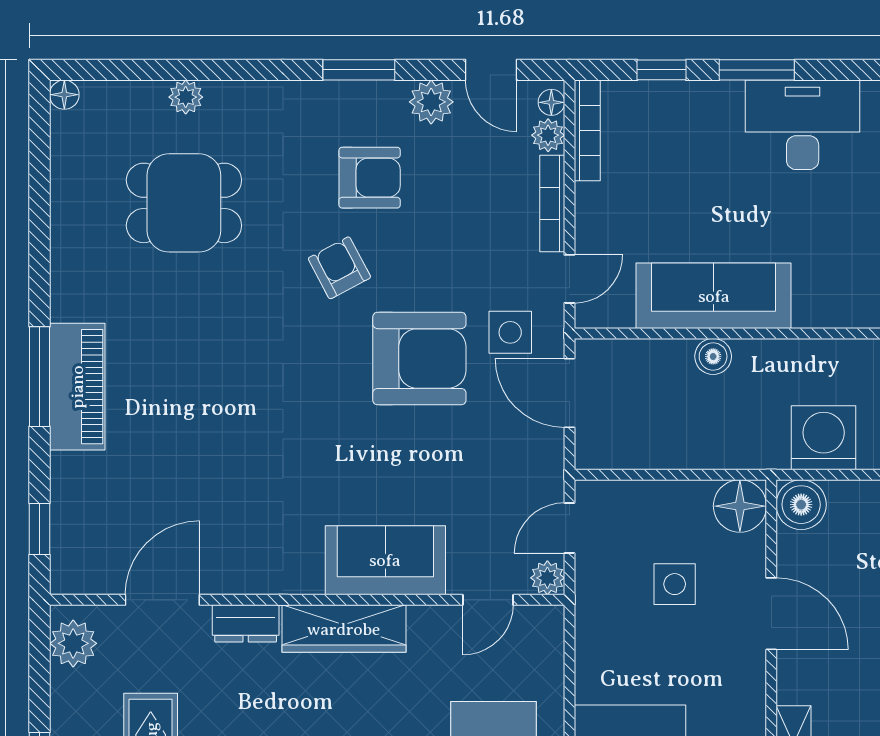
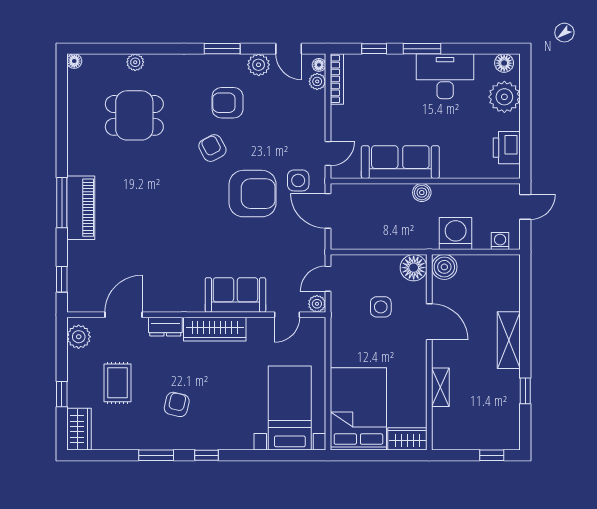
armchair: (370, 178) -> (228, 103), turned 180
bookcase: (552, 203) -> (319, 116), removed
boiler: (713, 356) -> (422, 193), moved

